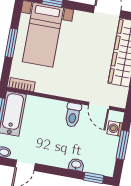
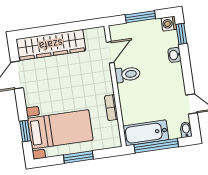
bookcase: (22, 85) -> (111, 108), moved
washing machine: (115, 128) -> (169, 24), moved, turned 90

